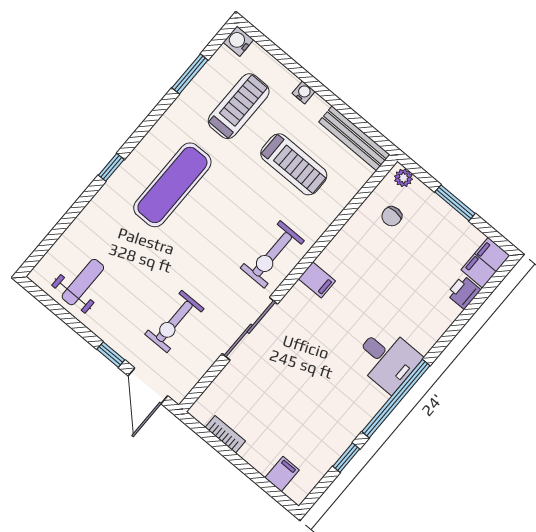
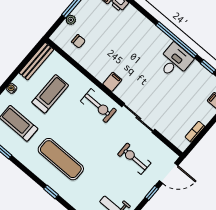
plant: (403, 178) -> (71, 20), moved
exercise bike: (174, 321) -> (134, 159), turned 180
desk: (387, 359) -> (175, 61), moved

